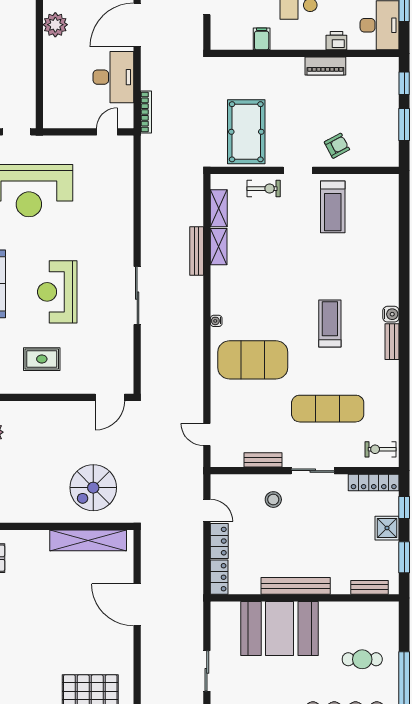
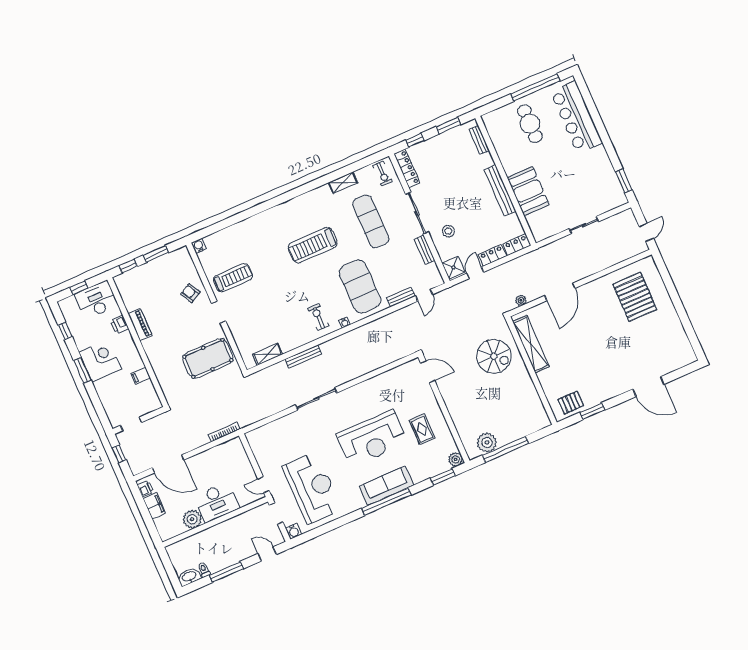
desk: (113, 77) -> (217, 502), moved, turned 180
door: (107, 132) -> (263, 485), moved
exercise bike: (264, 189) -> (318, 317), moved
shelving: (219, 247) -> (343, 183), moved
reception desk: (57, 292) -> (372, 439), width x1.36, depth x1.30
sliding door: (137, 296) -> (316, 399), moved
water cooler: (391, 314) -> (199, 246), moved
treadmill: (330, 323) -> (313, 245), width x1.37, depth x1.38
bench: (392, 342) -> (401, 297), moved
sliding door: (313, 471) -> (417, 213), width x1.37
shower: (387, 528) -> (453, 267), moved
plant: (148, 552) -> (521, 300), added
booth: (280, 629) -> (528, 191), width x0.73, depth x0.70
cafe table: (362, 659) -> (530, 124), width x1.37, depth x1.35

